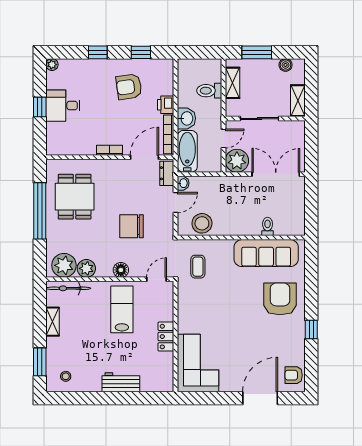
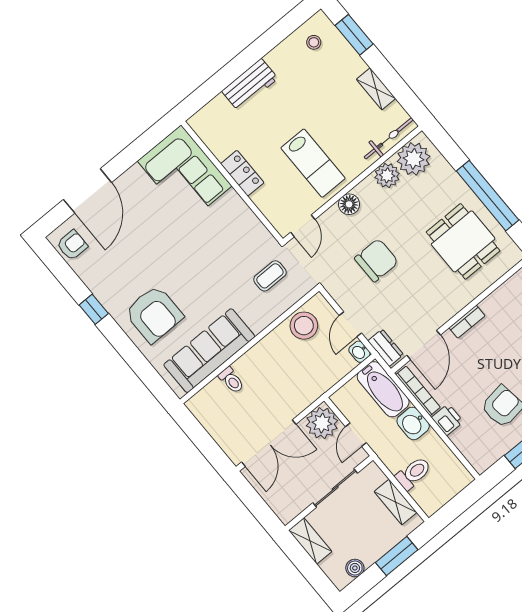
coffee table: (198, 267) -> (270, 276), turned 90

